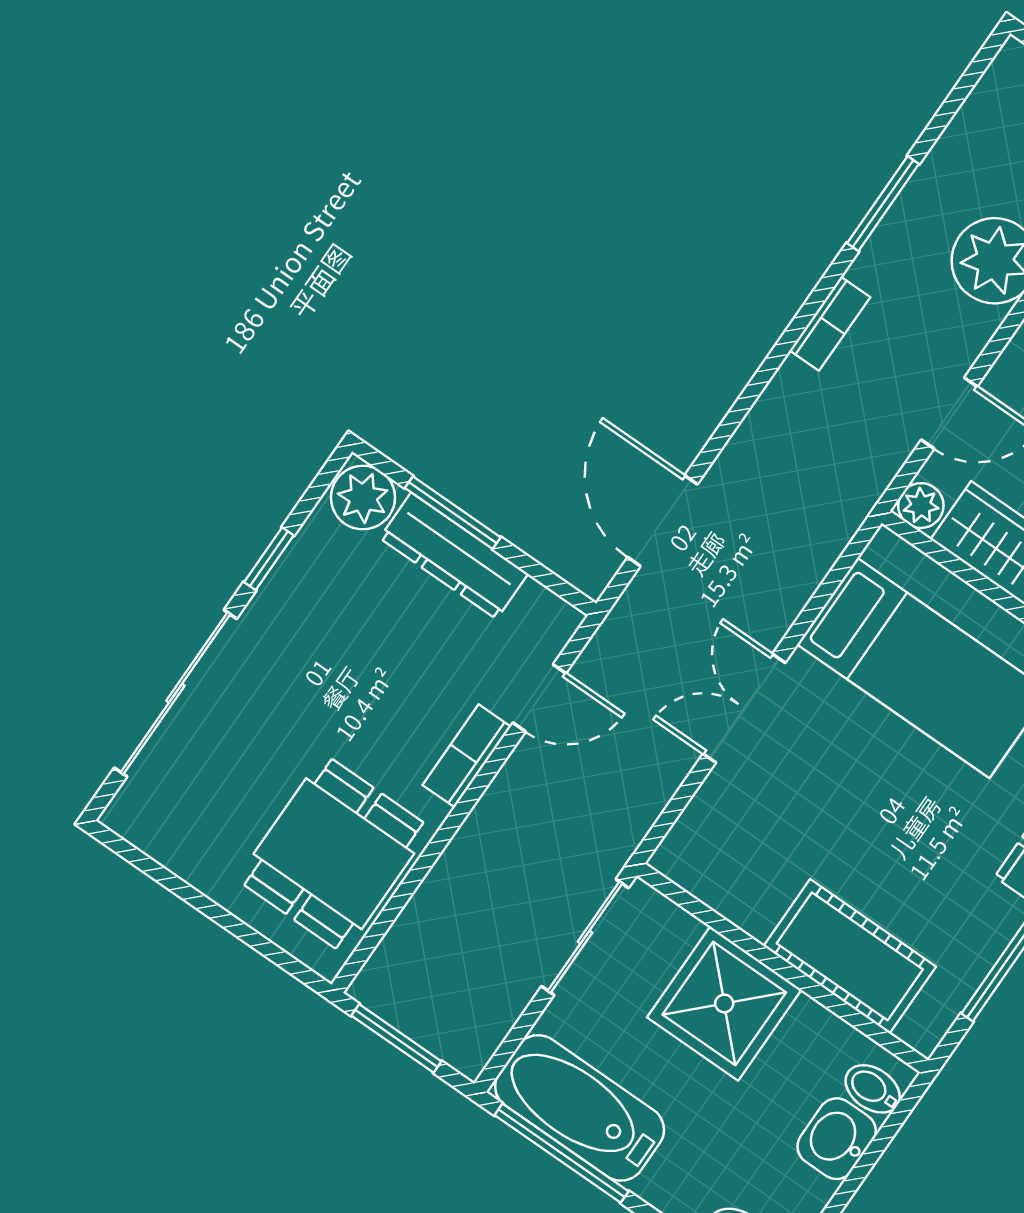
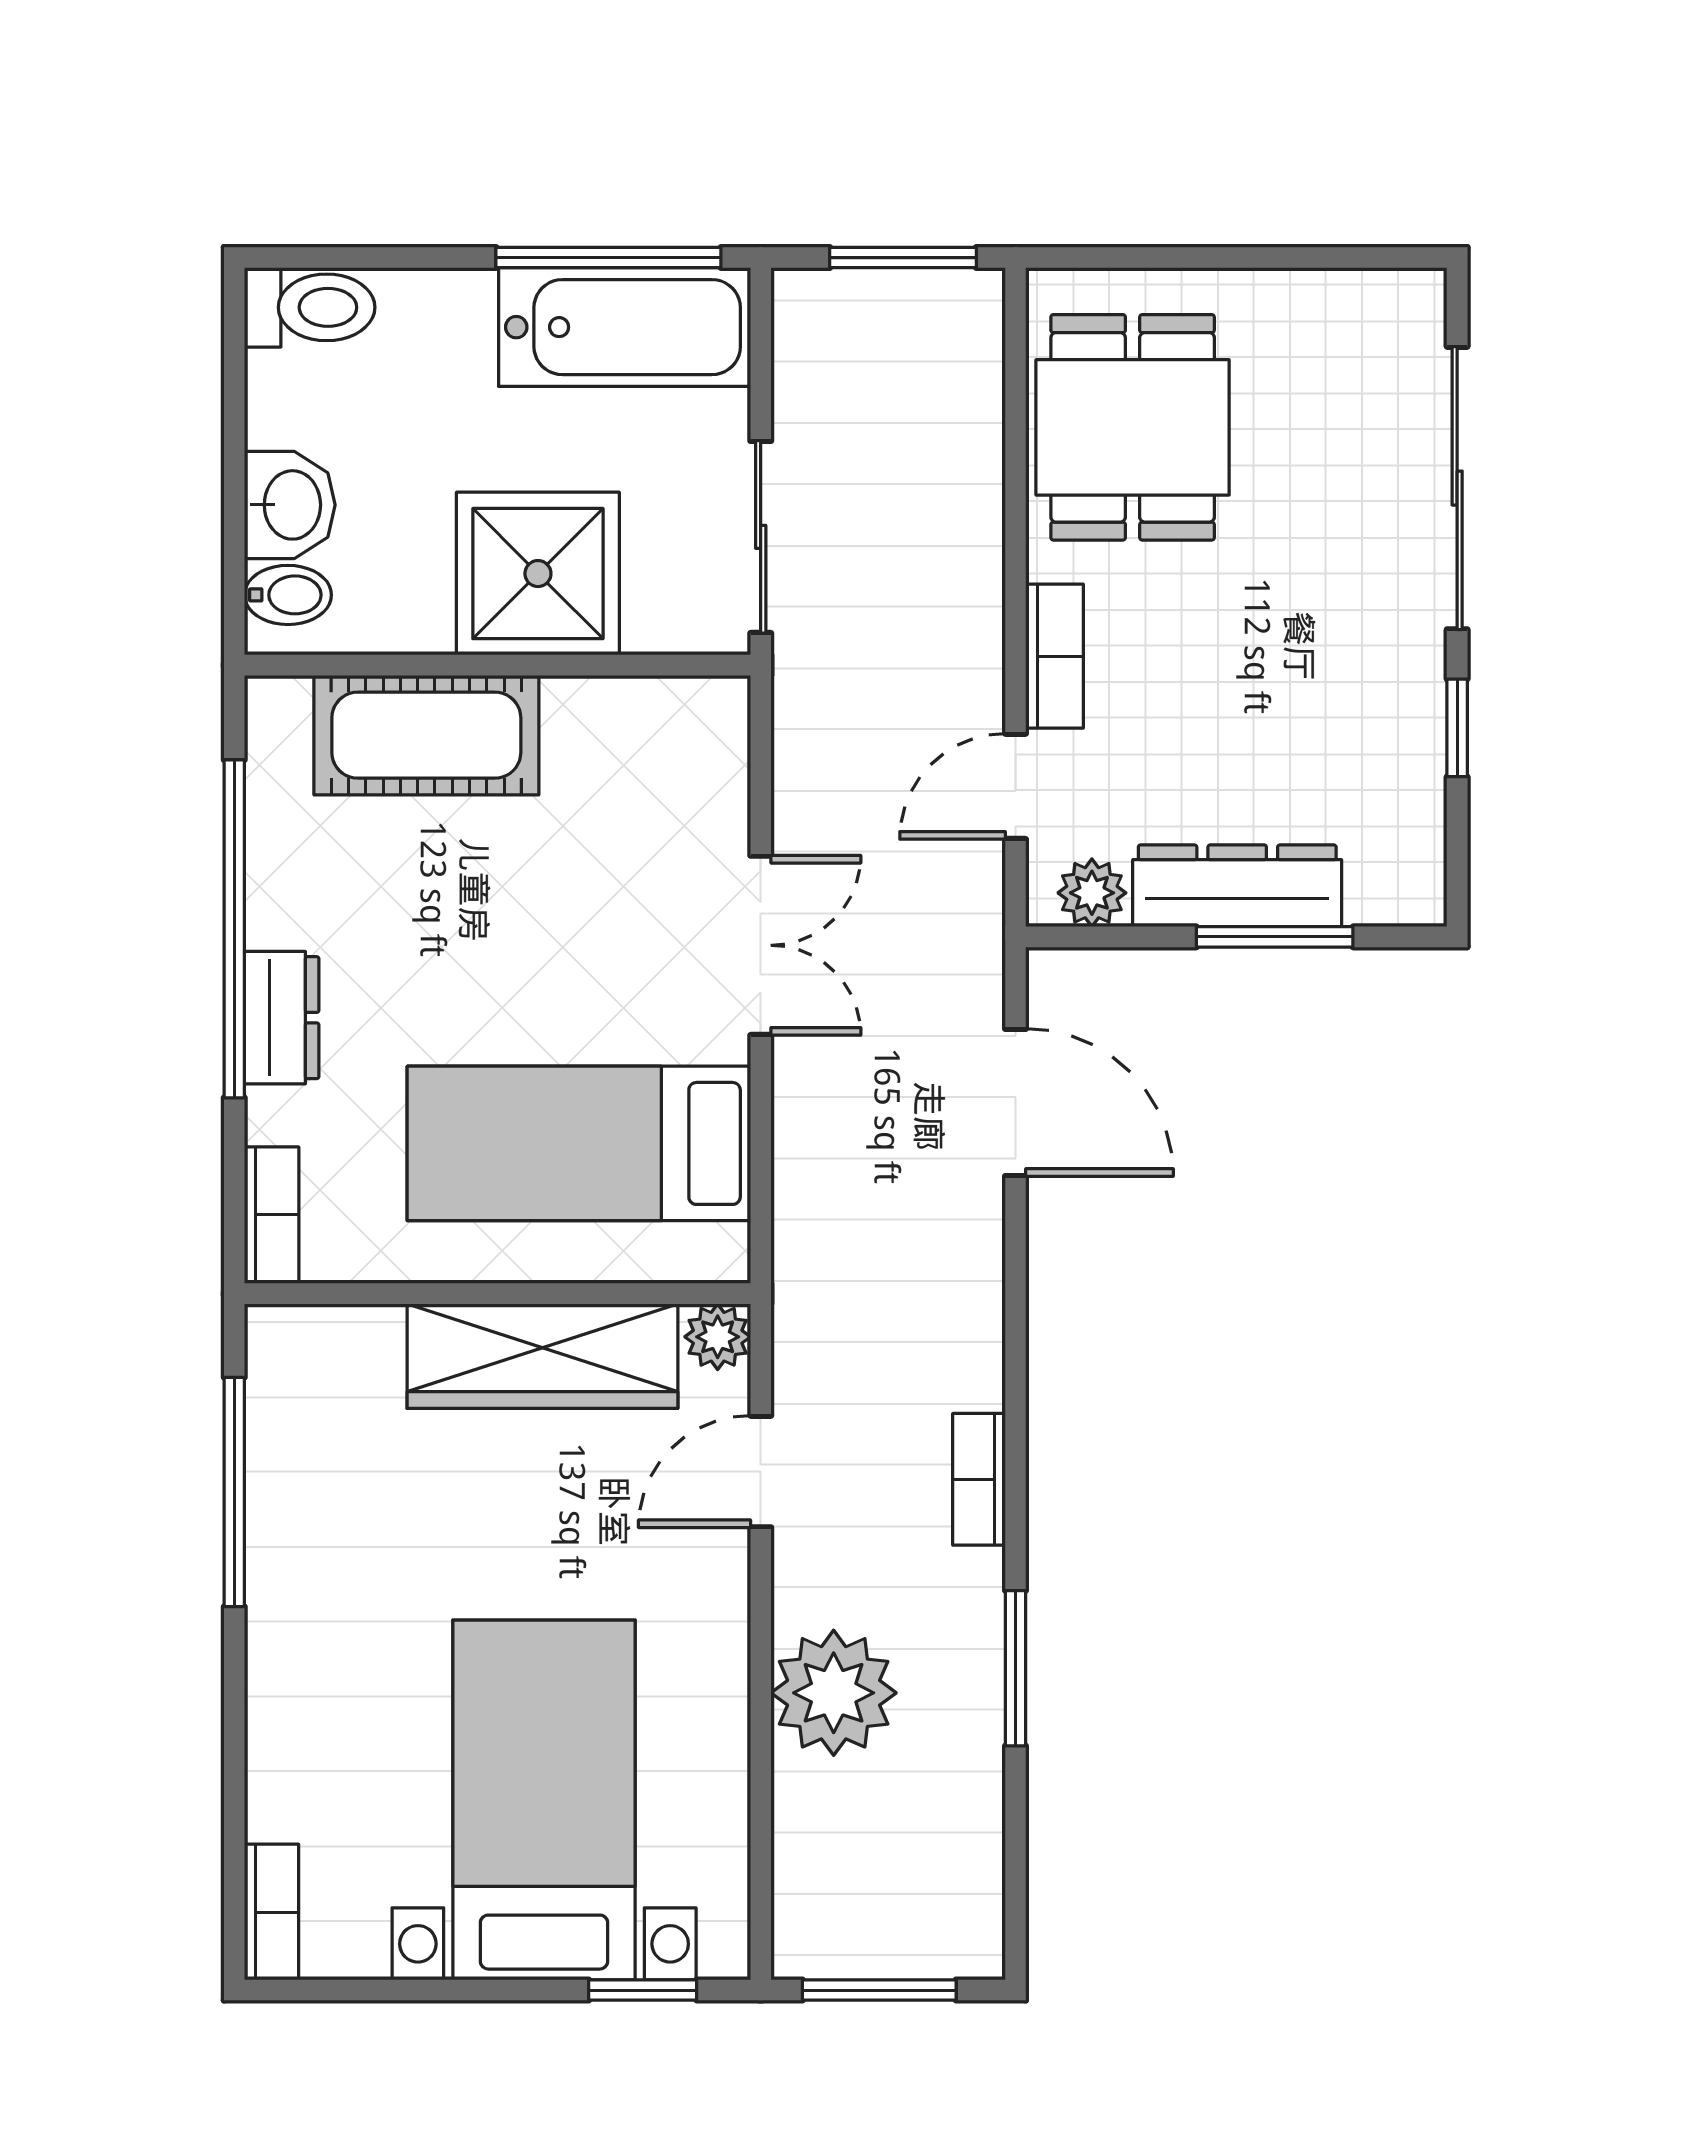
plant: (363, 498) -> (1092, 893), moved, width x0.73, depth x0.73

